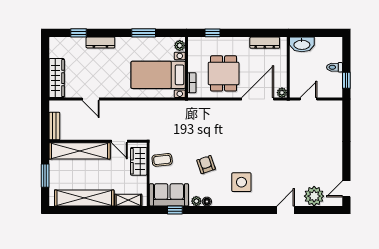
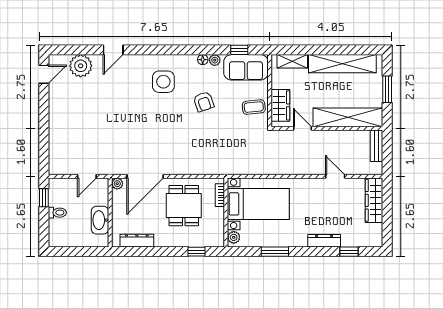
washbasin: (302, 44) -> (100, 220), moved, turned -90

